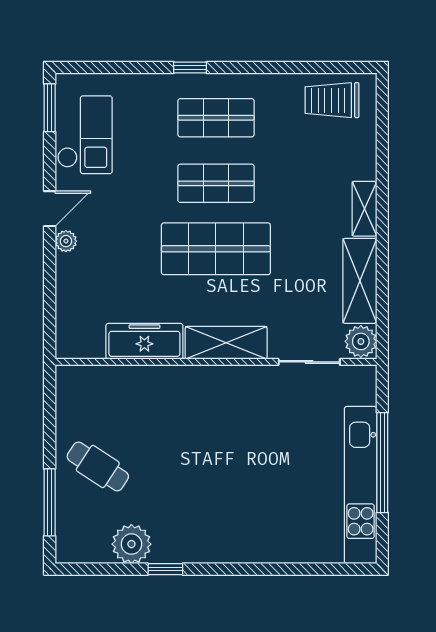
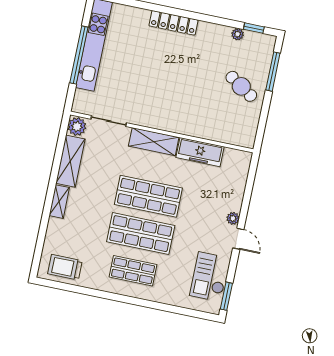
window: (190, 67) -> (142, 303), removed
trolley: (332, 100) -> (65, 267), turned 180
shop shelf: (216, 183) -> (141, 234), width x1.43, depth x1.36
door: (50, 209) -> (238, 239), swing flipped
plant: (131, 544) -> (238, 34), width x0.53, depth x0.53
locker: (234, 550) -> (173, 23), added
window: (165, 569) -> (254, 28), moved

